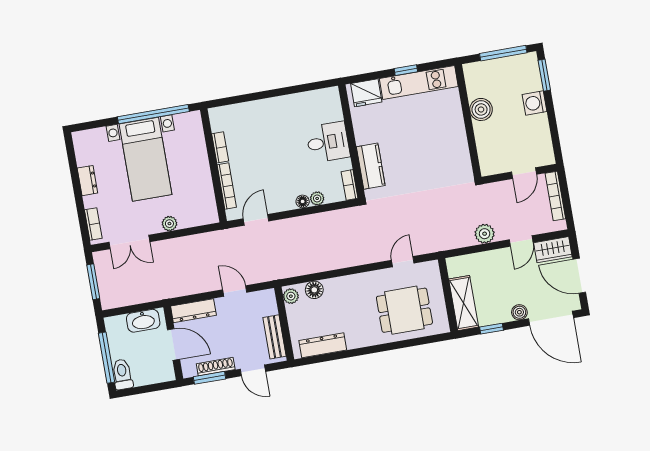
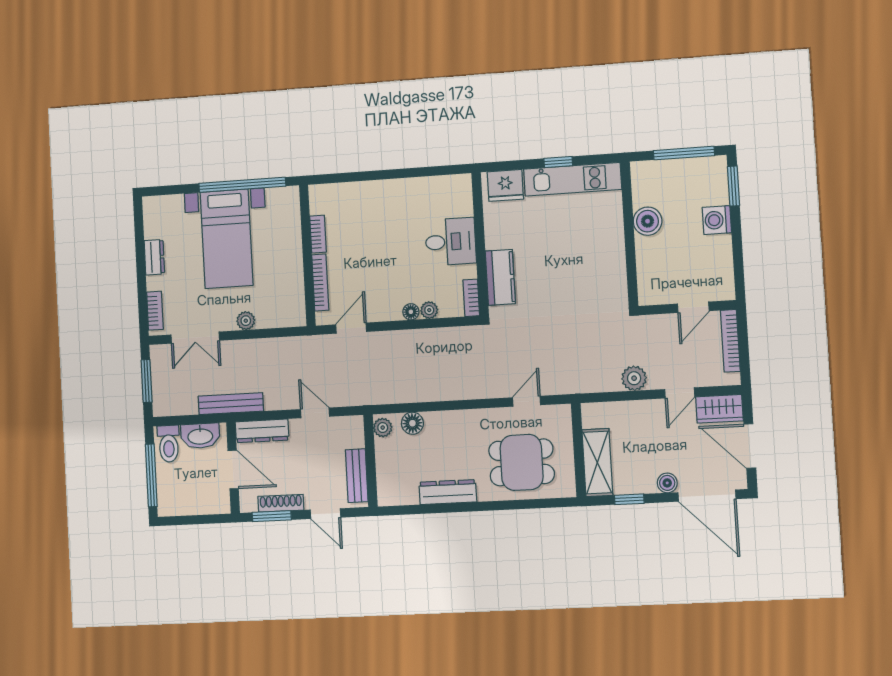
bench: (165, 292) -> (231, 404), added
dresser: (323, 345) -> (448, 492), moved
toilet: (122, 374) -> (169, 444), moved, turned 180

